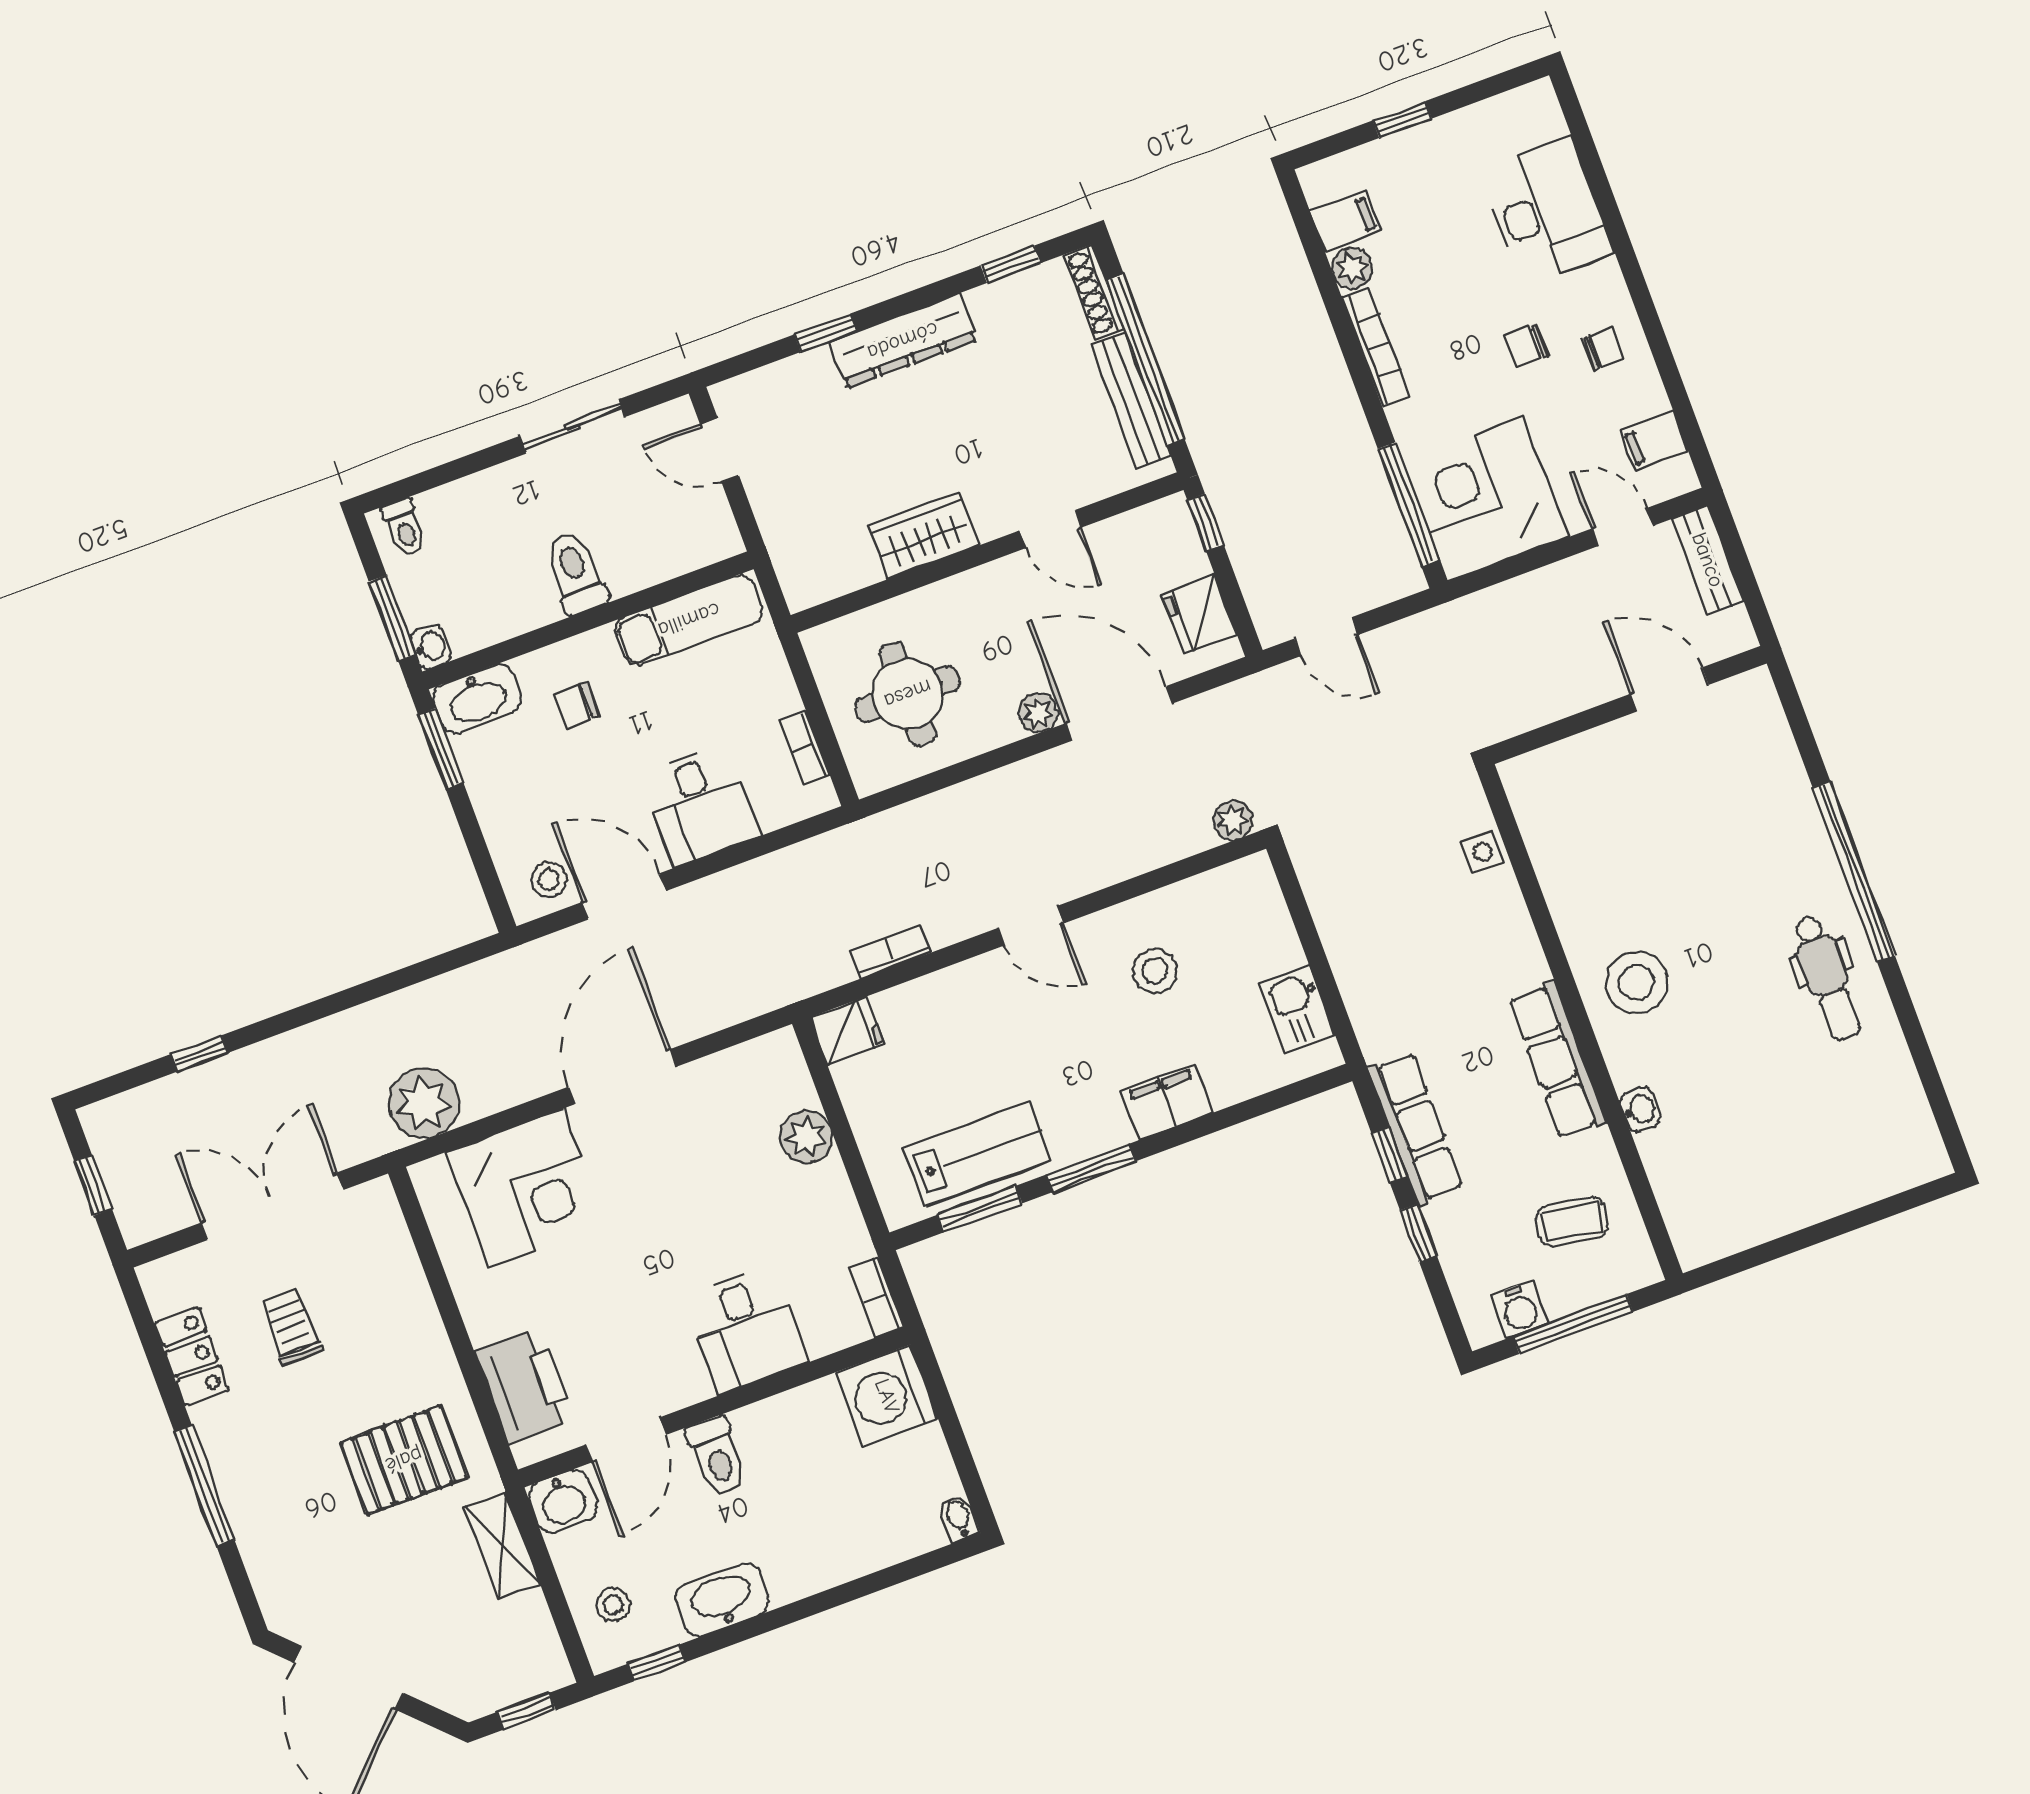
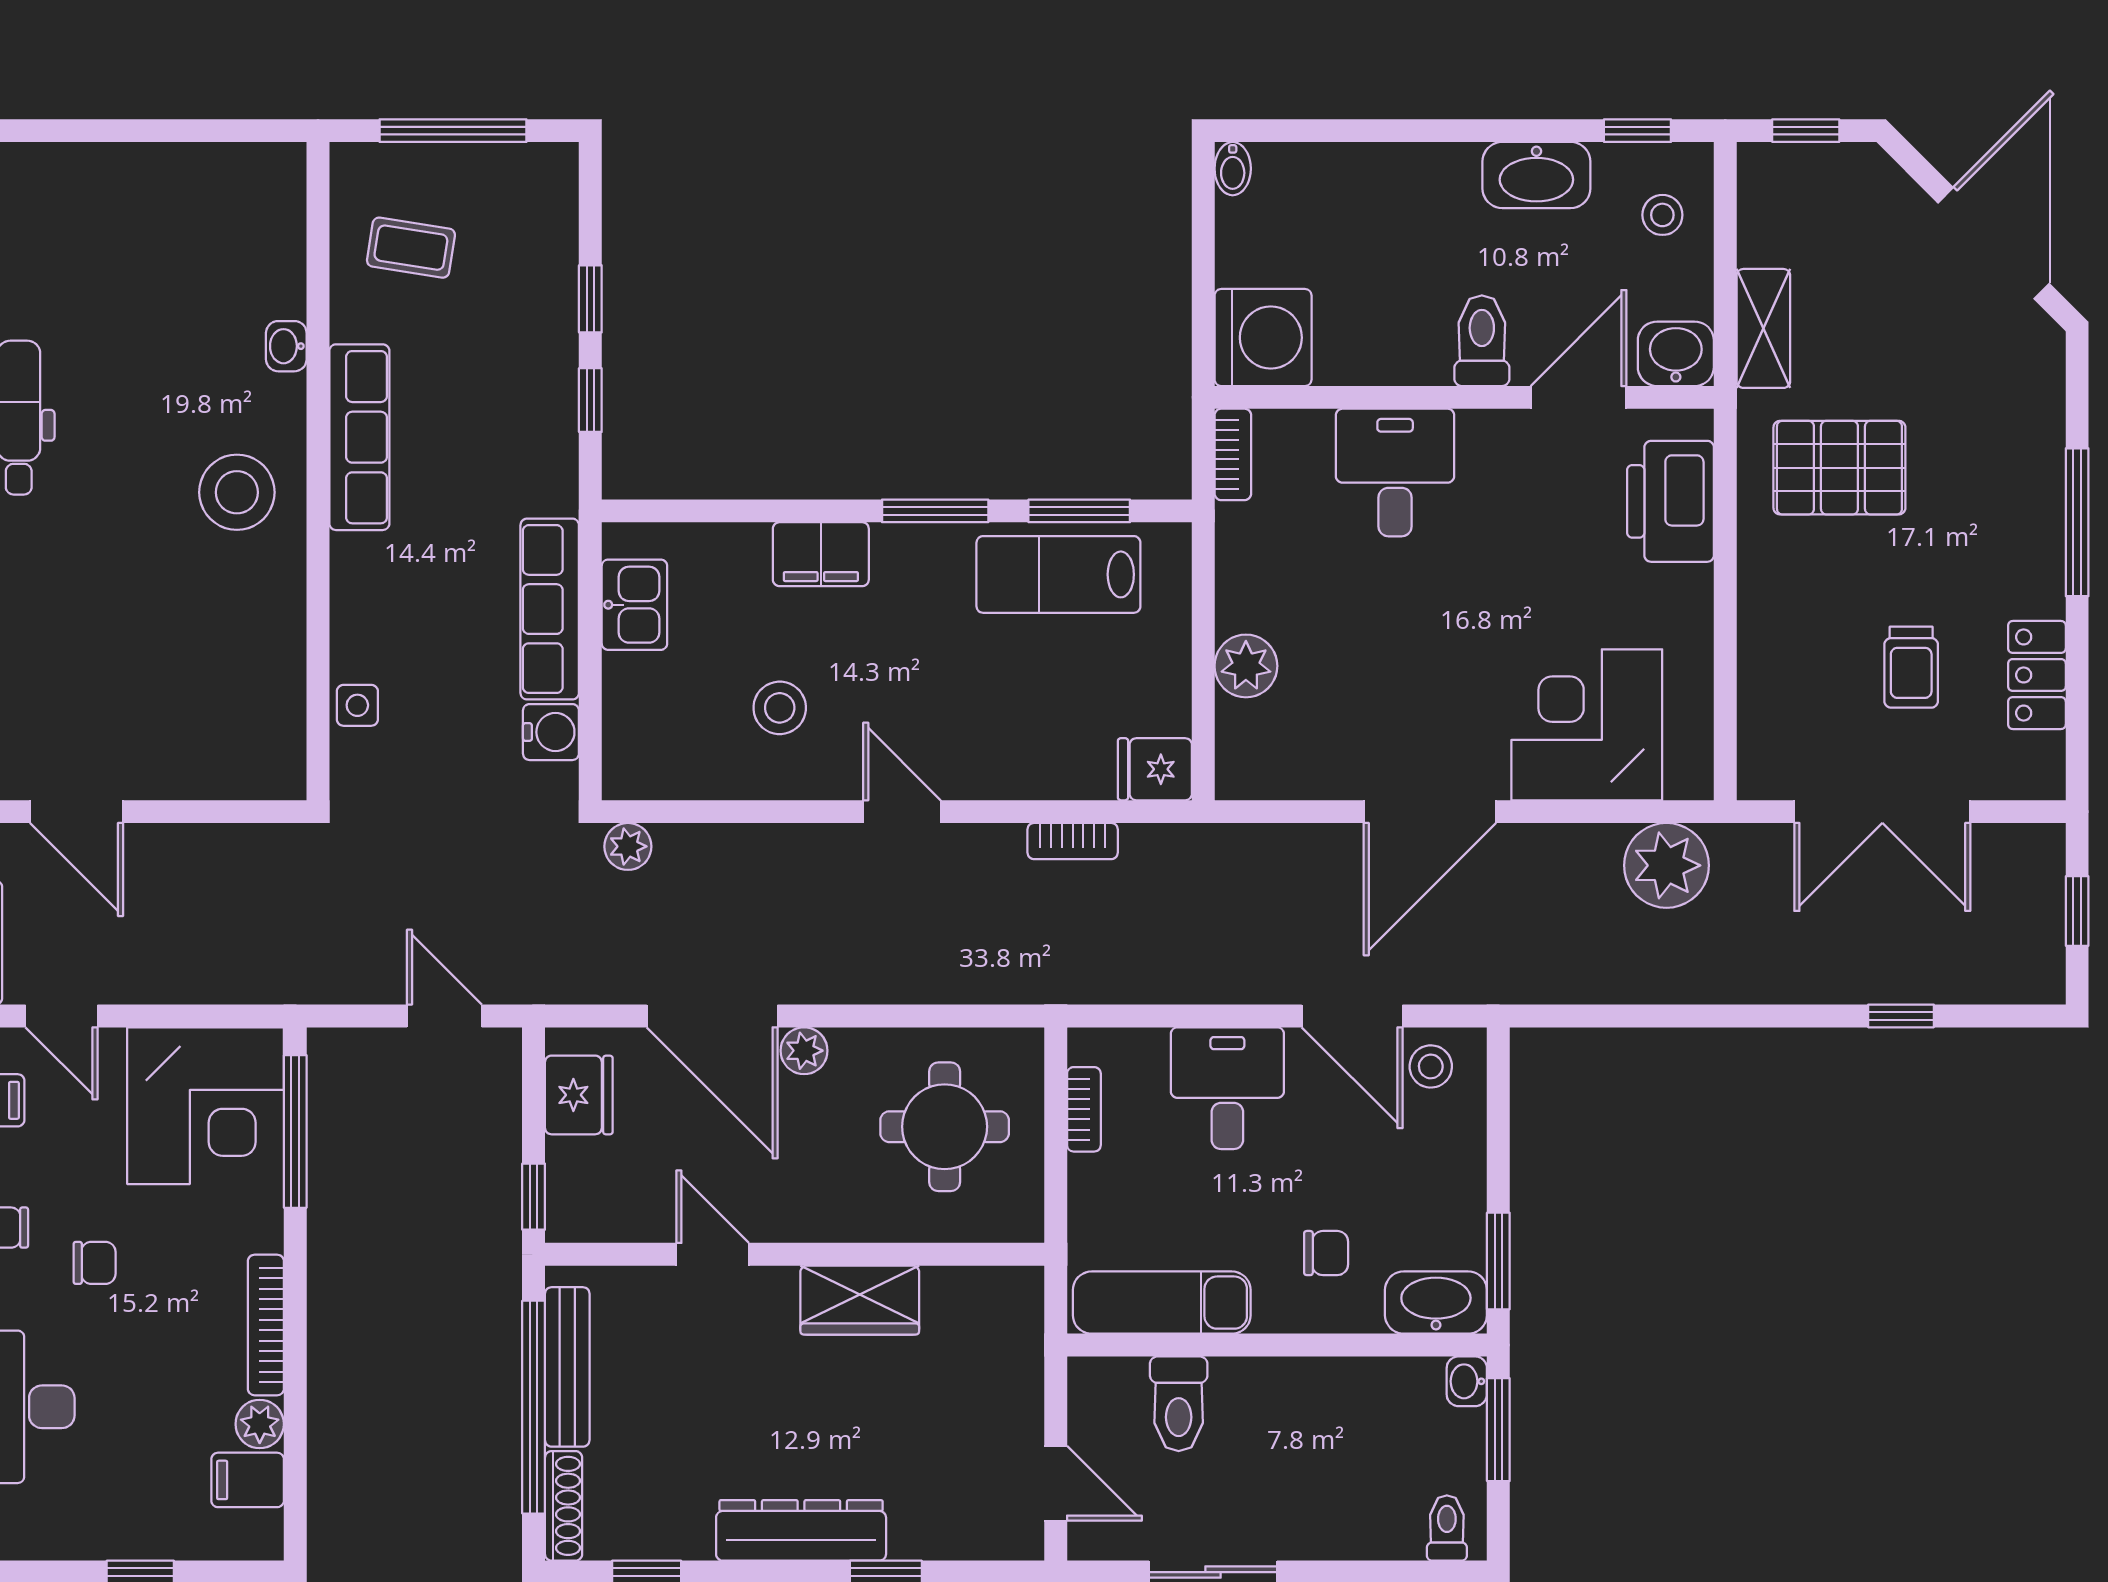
toilet: (576, 573) -> (1179, 1404), moved
row of seats: (1415, 1128) -> (550, 609), moved
water cooler: (1520, 1309) -> (551, 732), moved, turned 90

